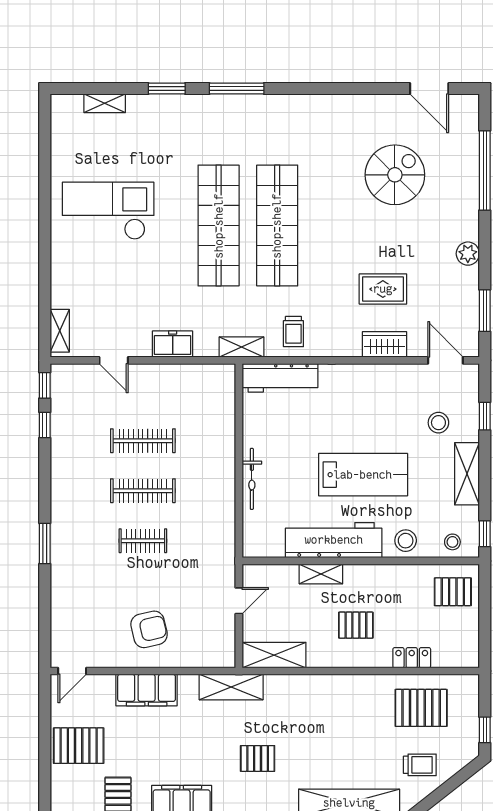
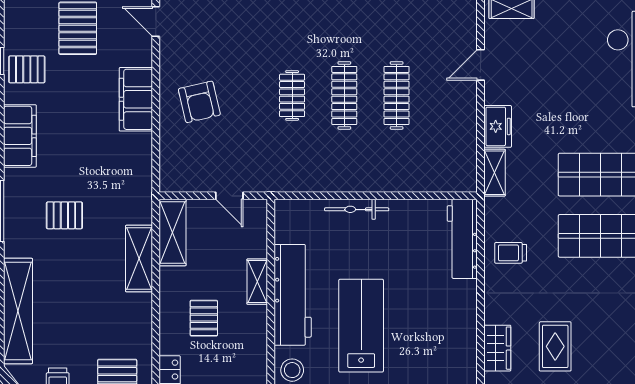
shelving: (242, 347) -> (495, 173), moved
lab bench: (363, 475) -> (361, 326), turned 180
shelving: (231, 687) -> (139, 259), moved
pallet: (258, 758) -> (64, 215), turned 90

